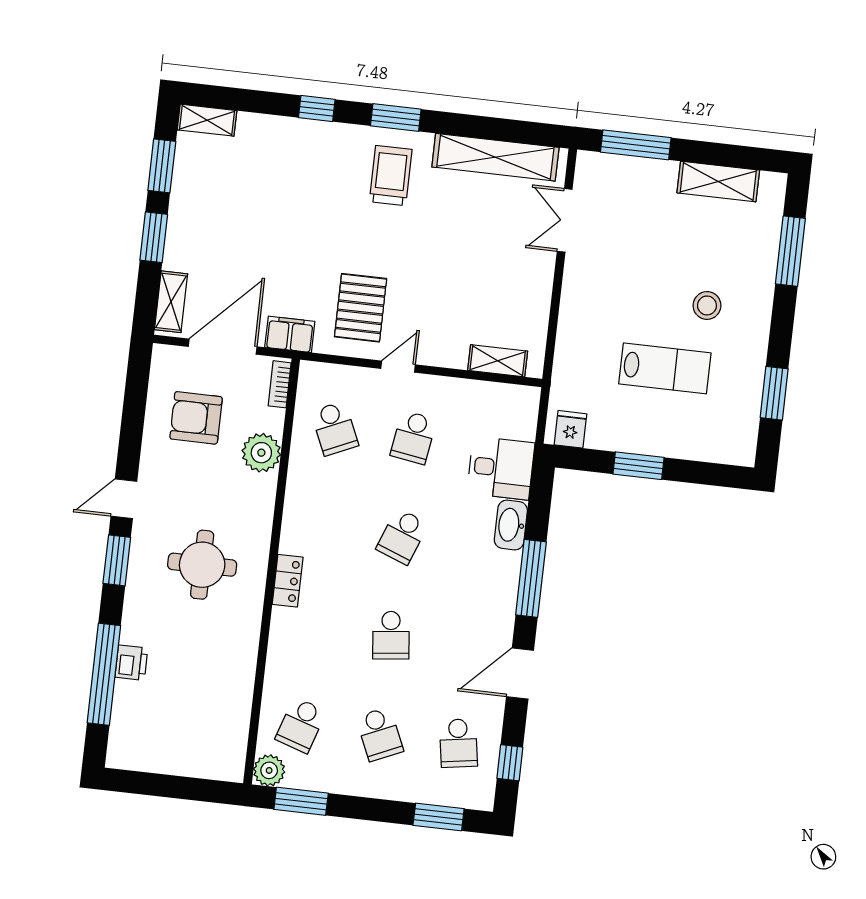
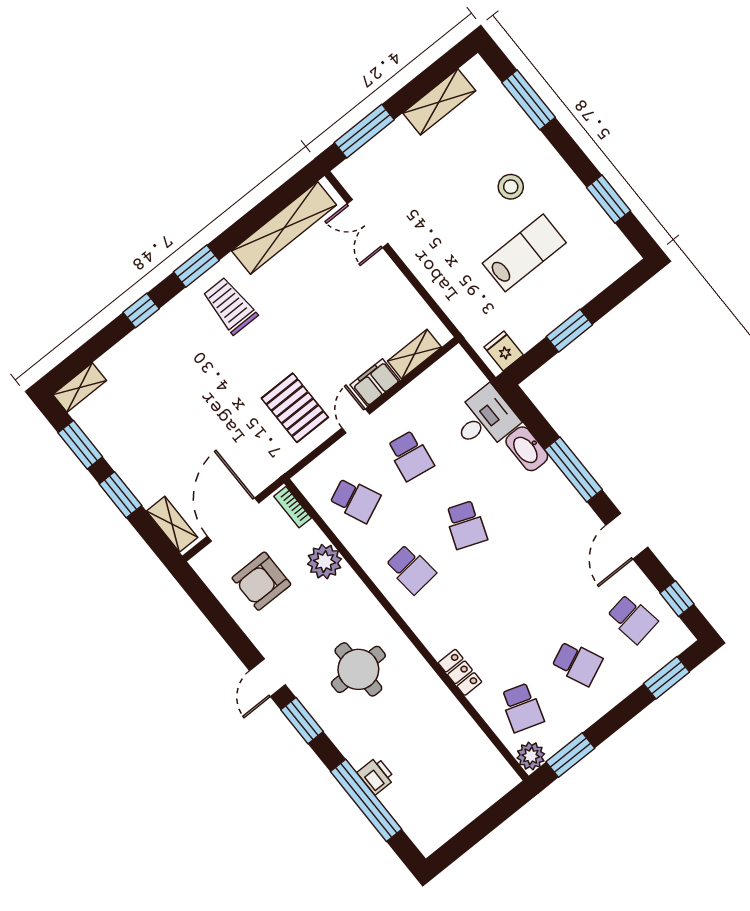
filing cabinet: (290, 334) -> (375, 383), moved
locker: (288, 581) -> (460, 672), moved
school desk: (391, 635) -> (411, 569), moved

